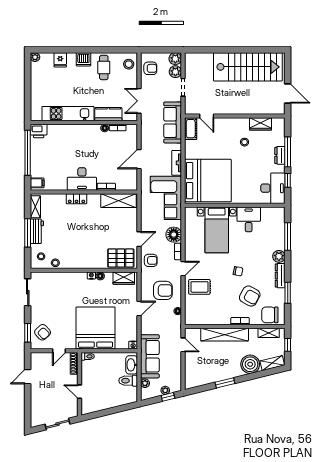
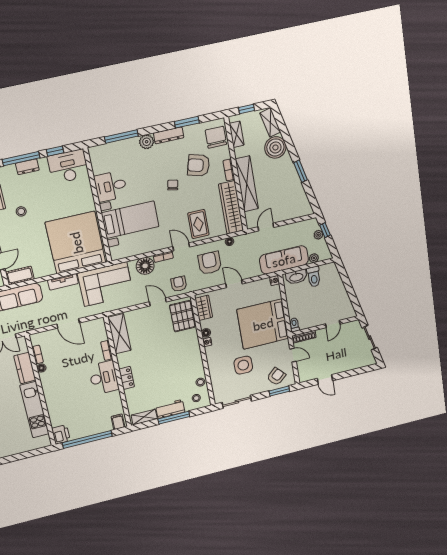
armchair: (250, 296) -> (199, 165), turned -104
side table: (61, 304) -> (243, 365), added
chair: (270, 315) -> (216, 137), turned 180
wardrobe: (207, 317) -> (231, 207), added

